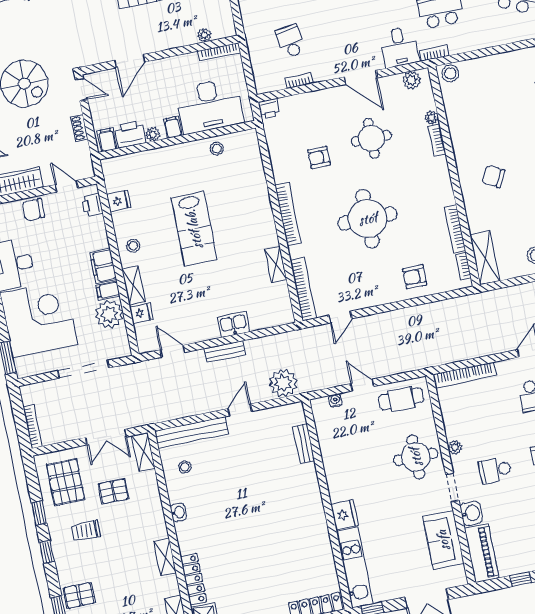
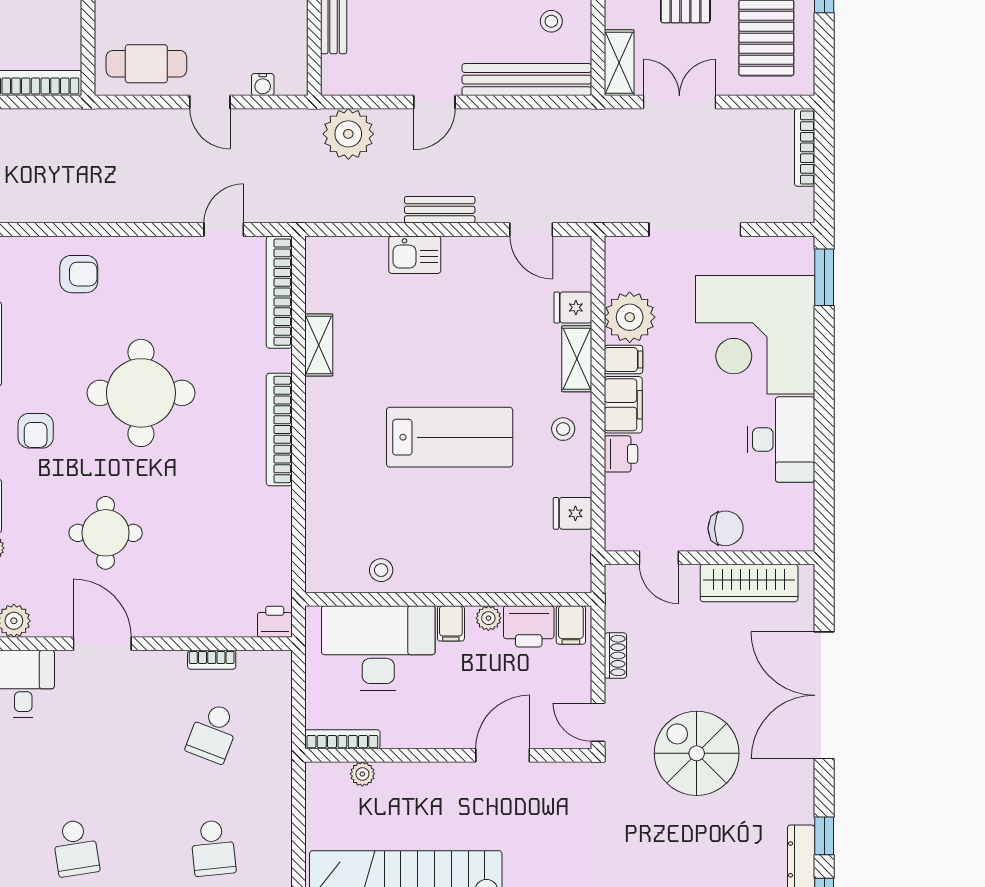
school desk: (290, 41) -> (213, 733), turned 30
armchair: (319, 157) -> (36, 431), moved, turned 90
printer: (92, 205) -> (621, 454), moved
lab bench: (194, 229) -> (450, 437), turned 90

